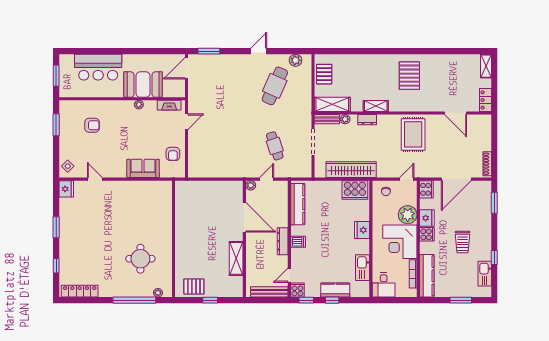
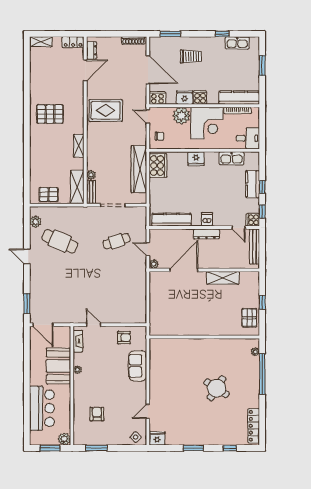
plant: (66, 91) -> (64, 439), added
dresser: (367, 120) -> (92, 50), moved
trolley: (462, 242) -> (191, 56), moved
round table: (140, 259) -> (217, 388), moved, turned 33

